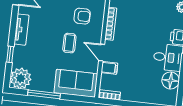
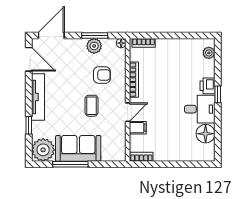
tv unit: (21, 30) -> (38, 97), width x1.41
door: (102, 53) -> (128, 112), swing flipped
sofa: (76, 83) -> (78, 148), moved

